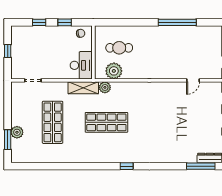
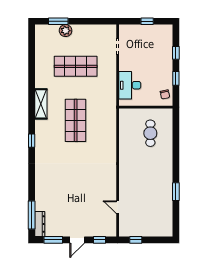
window: (177, 22) -> (176, 192), width x0.47
desk: (81, 65) -> (130, 85), moved, turned 90
plant: (114, 71) -> (127, 128), removed
plant: (105, 87) -> (111, 119), removed
shelving: (83, 88) -> (41, 104), moved

